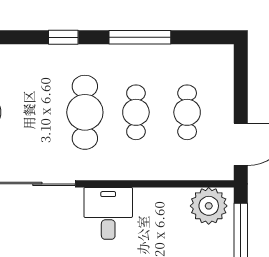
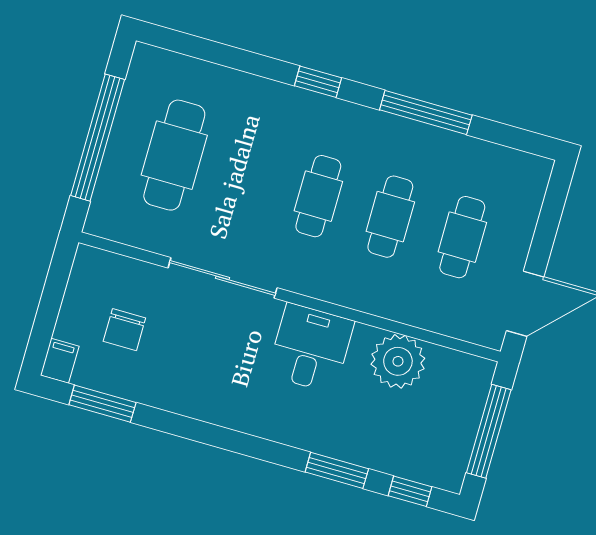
cafe table: (85, 112) -> (318, 196), width x0.73, depth x0.74
plant: (209, 206) -> (398, 361), moved

